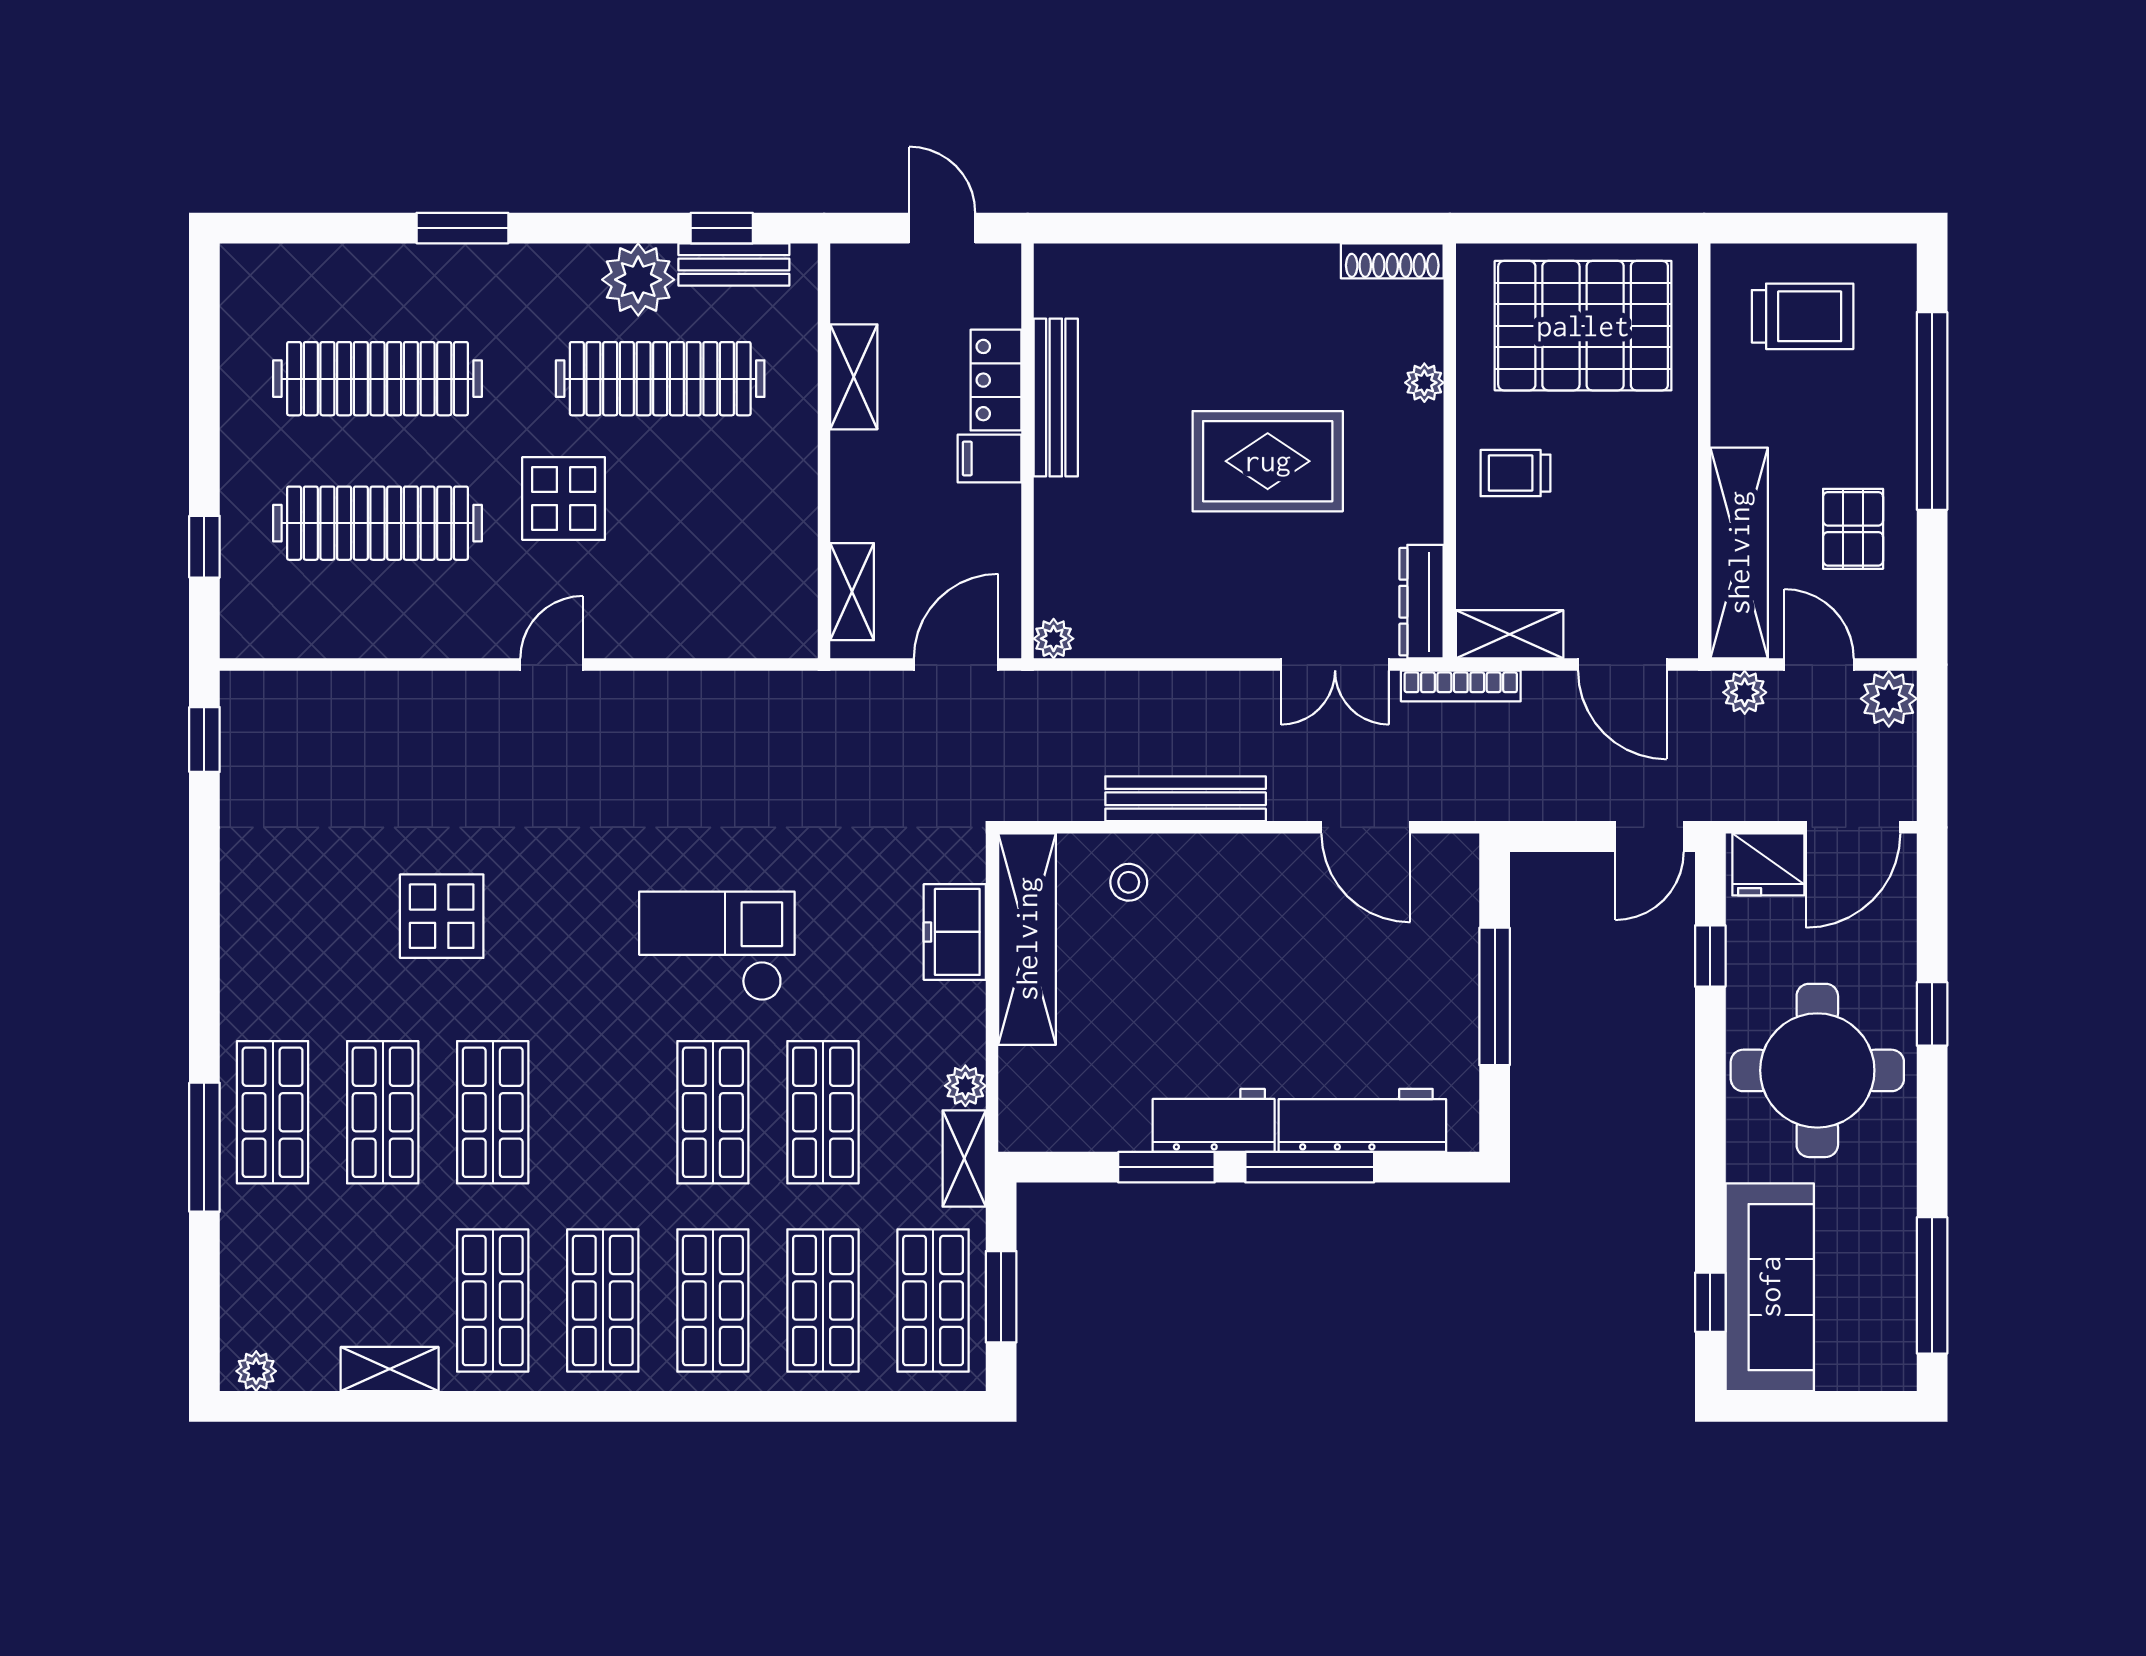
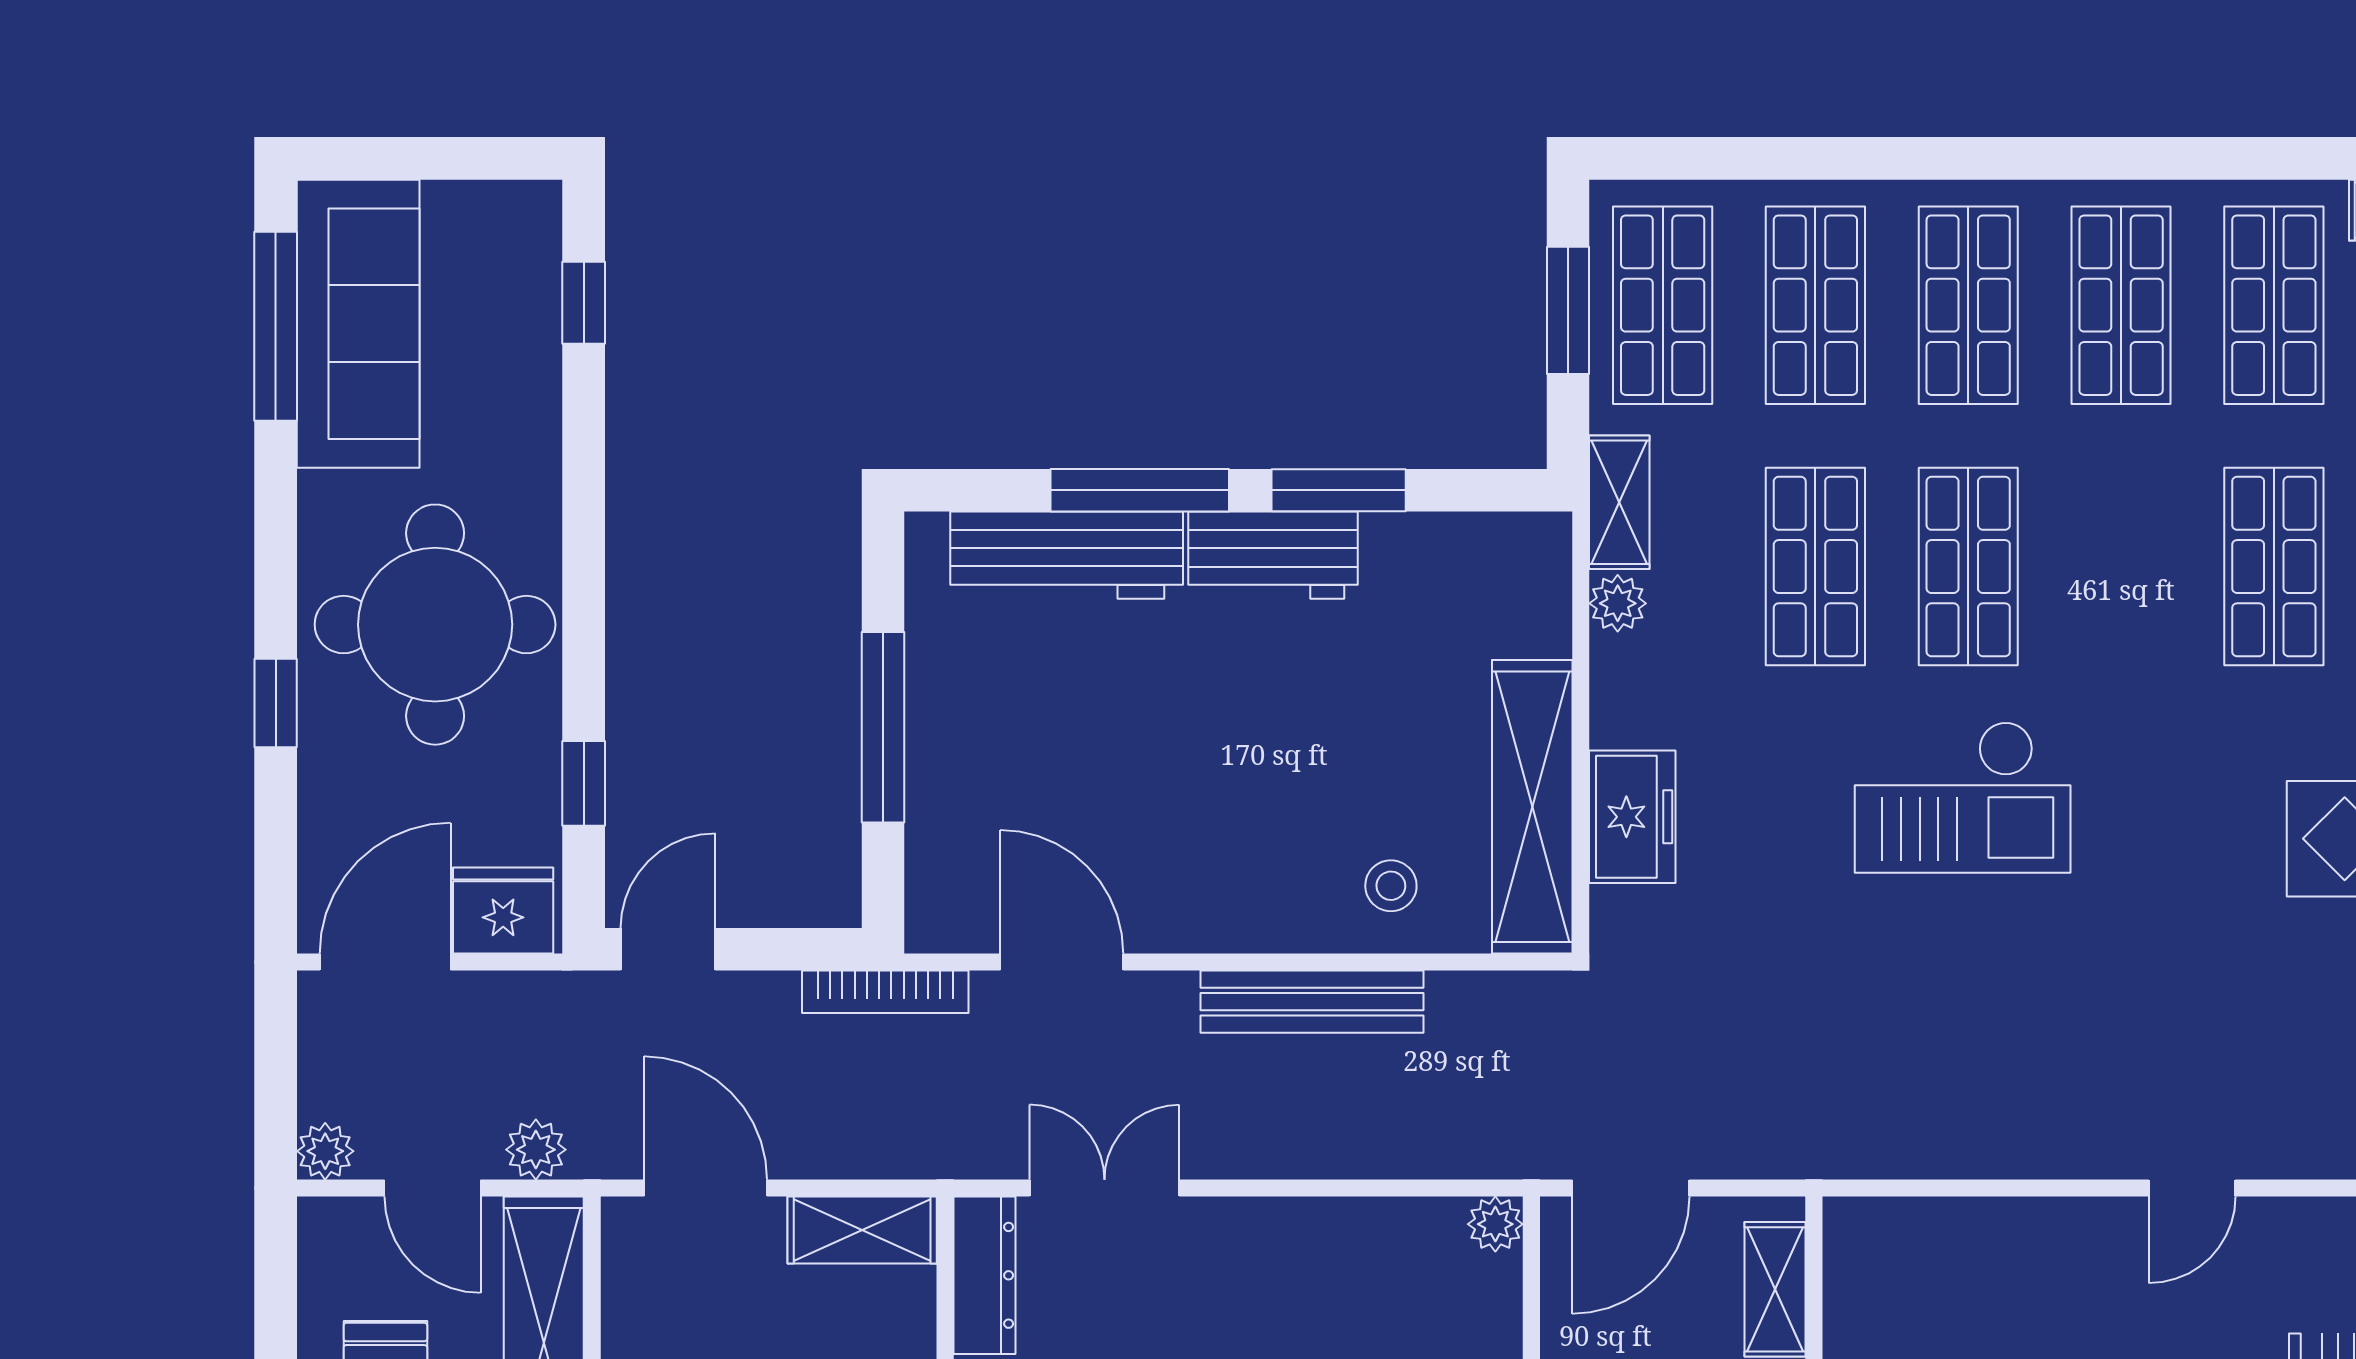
bookcase: (1461, 686) -> (885, 992), moved, turned 180
plant: (1889, 699) -> (325, 1151), width x0.73, depth x0.73
sofa: (1770, 1287) -> (358, 324), moved, turned 180

